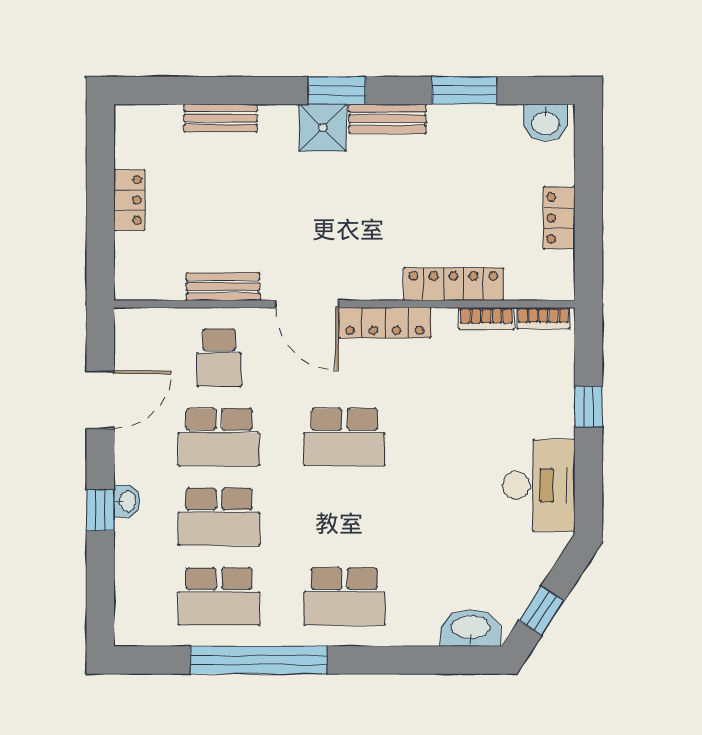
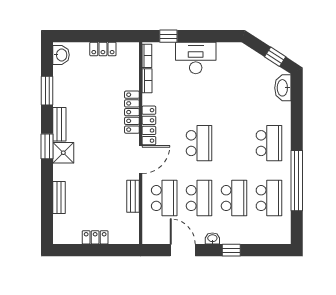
locker: (453, 284) -> (132, 112), moved
school desk: (219, 358) -> (164, 198), width x1.85
window: (589, 407) -> (168, 36), moved
desk: (539, 485) -> (196, 58), moved
washbasin: (127, 501) -> (212, 239), moved

